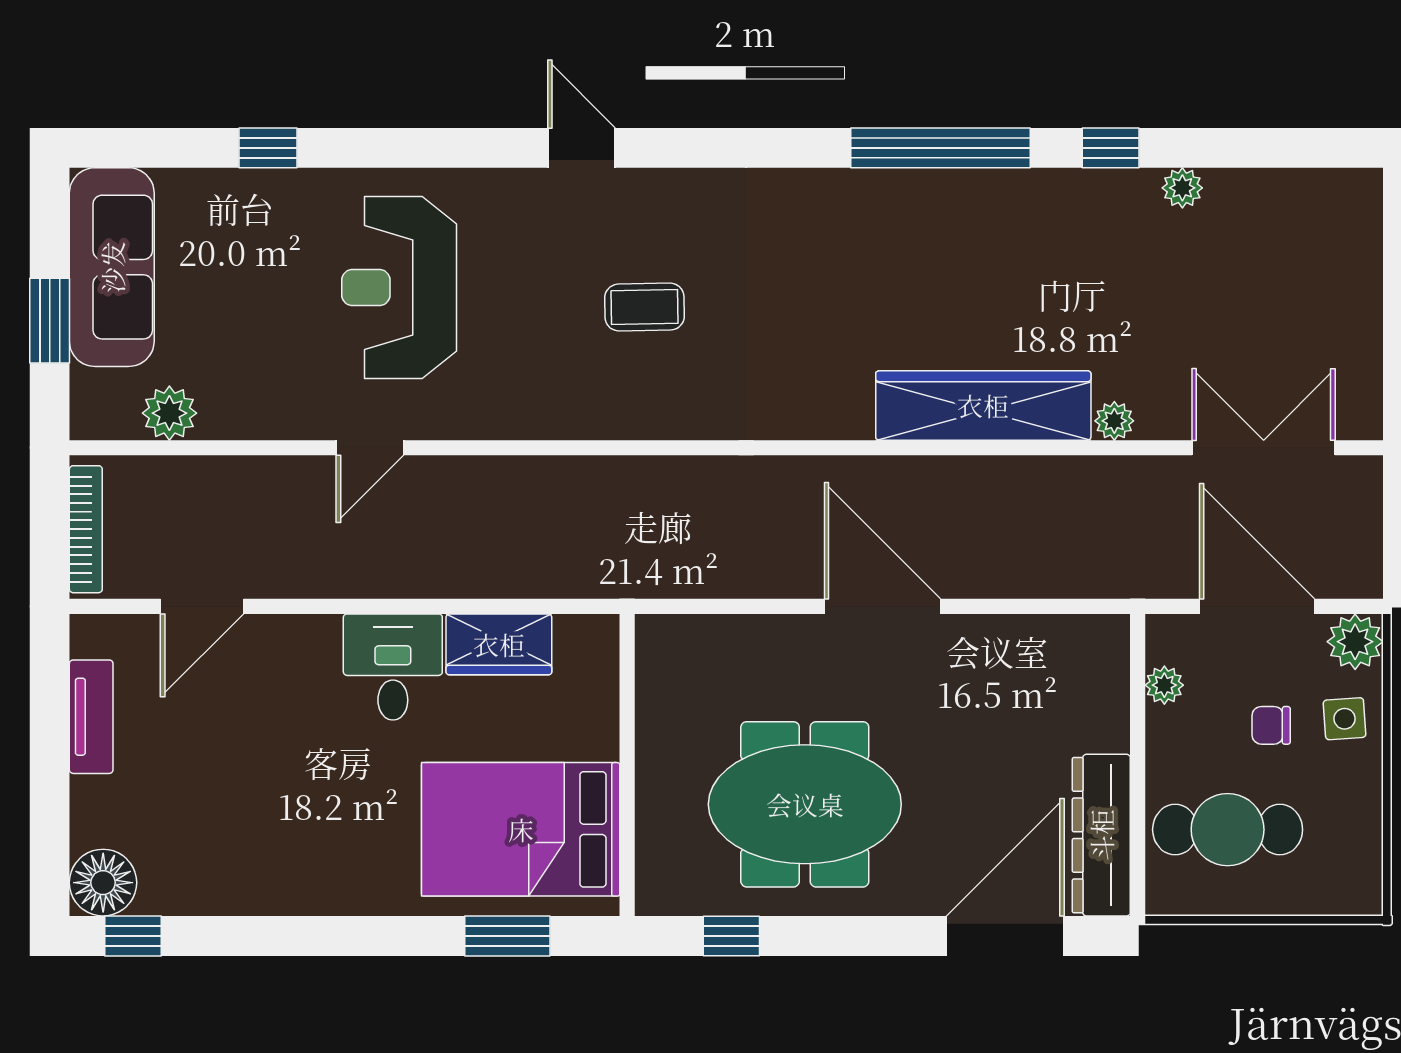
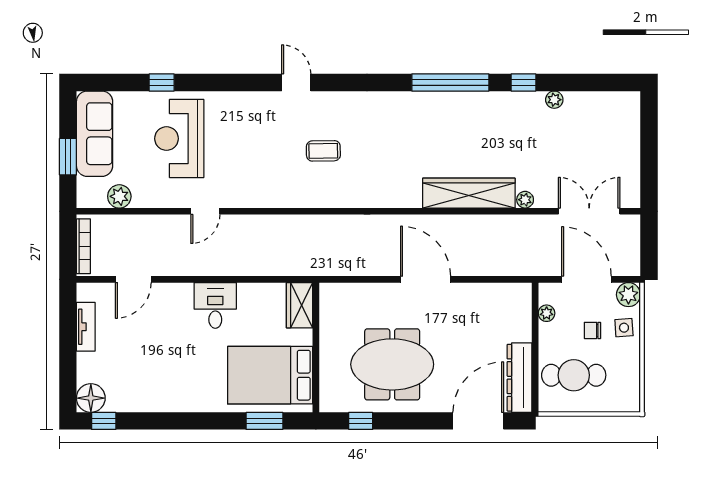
reception desk: (399, 288) -> (179, 139), moved
wardrobe: (499, 644) -> (300, 305), moved, turned 90

